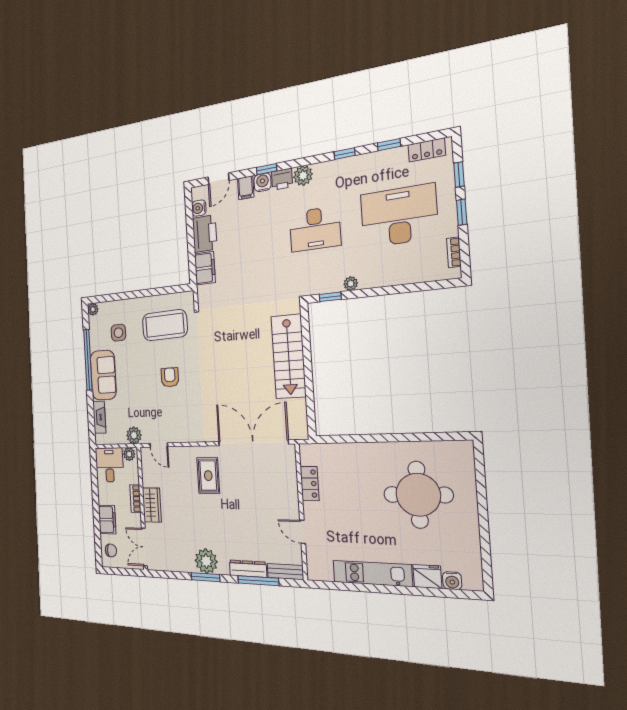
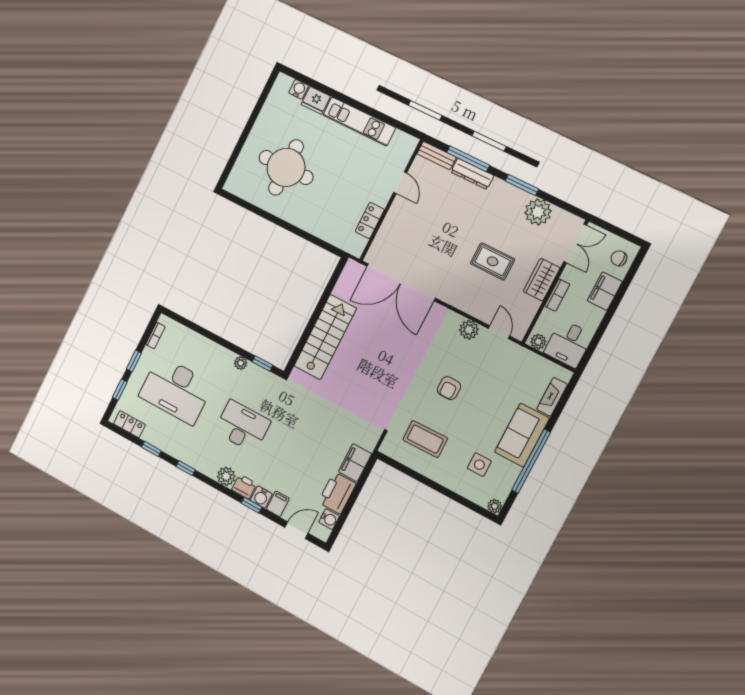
coffee table: (165, 325) -> (425, 439), width x0.73, depth x0.76
plant: (134, 435) -> (469, 330), moved
rug: (208, 476) -> (493, 261), moved, turned 90
plant: (206, 561) -> (538, 212), moved

